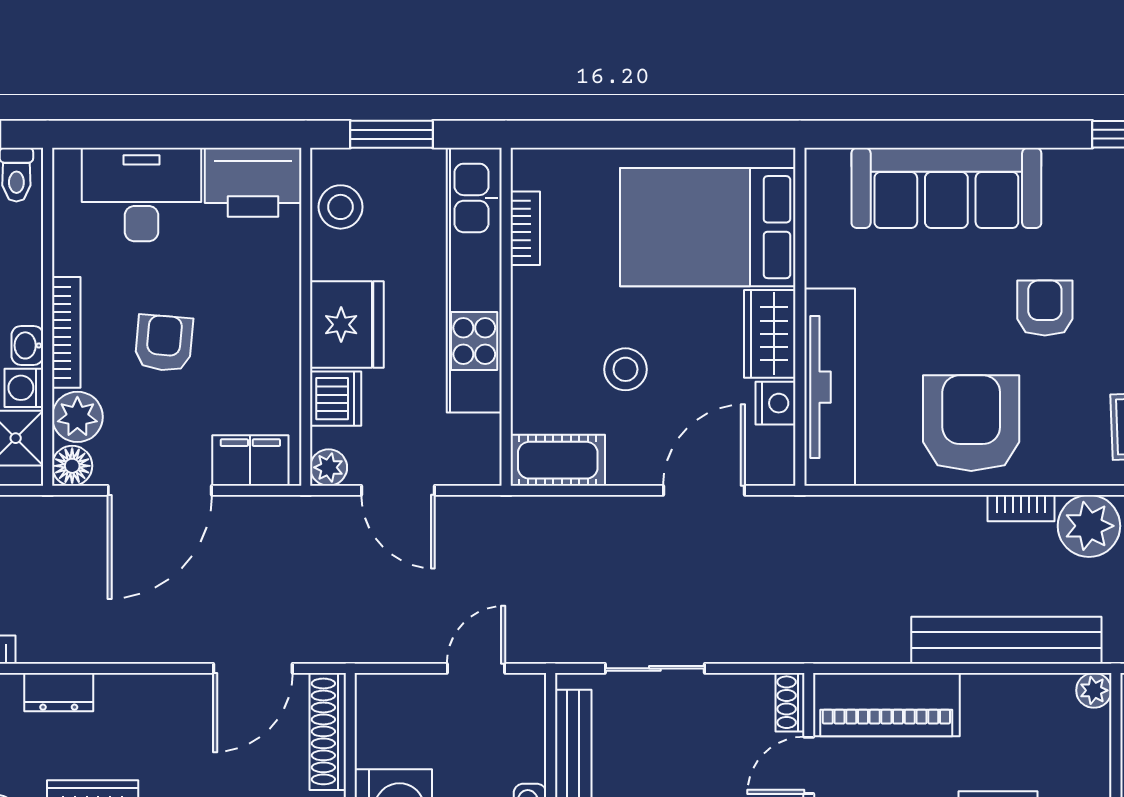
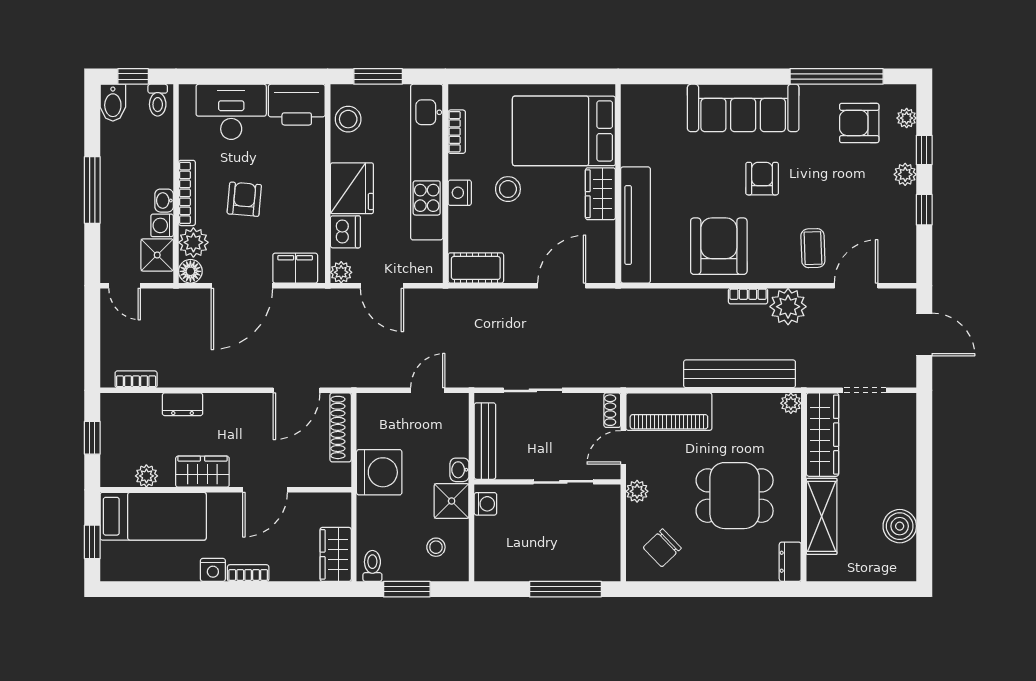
sofa: (946, 188) -> (743, 108), moved
stool: (625, 369) -> (508, 189), moved
nightstand: (776, 403) -> (460, 193), moved, turned 180

